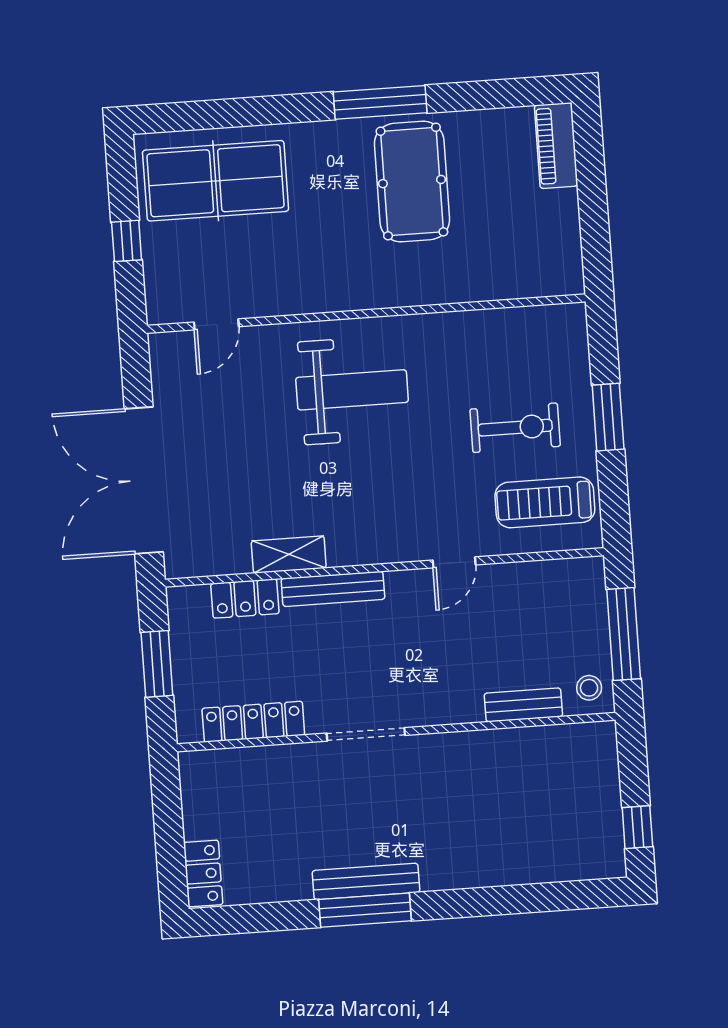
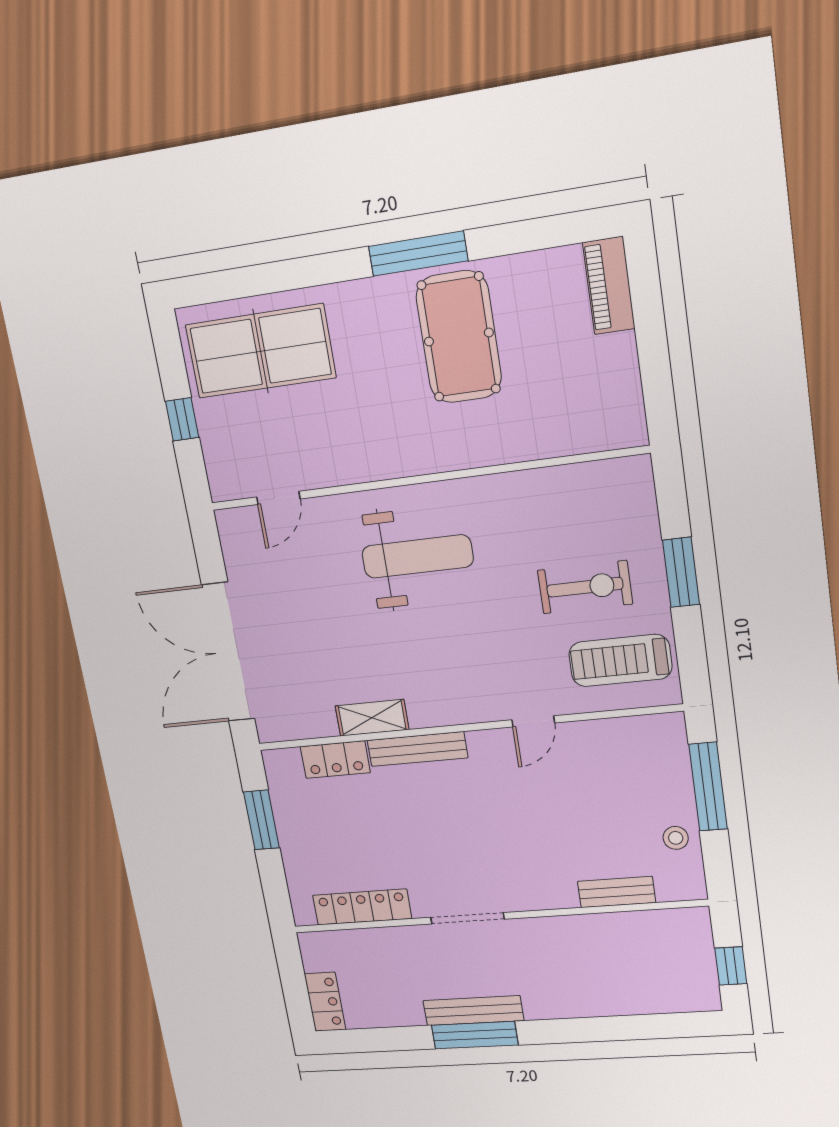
bench: (523, 705) -> (617, 892), moved
locker: (253, 722) -> (362, 907), moved
wall: (396, 732) -> (496, 916), moved
doorway: (366, 734) -> (467, 918), moved

